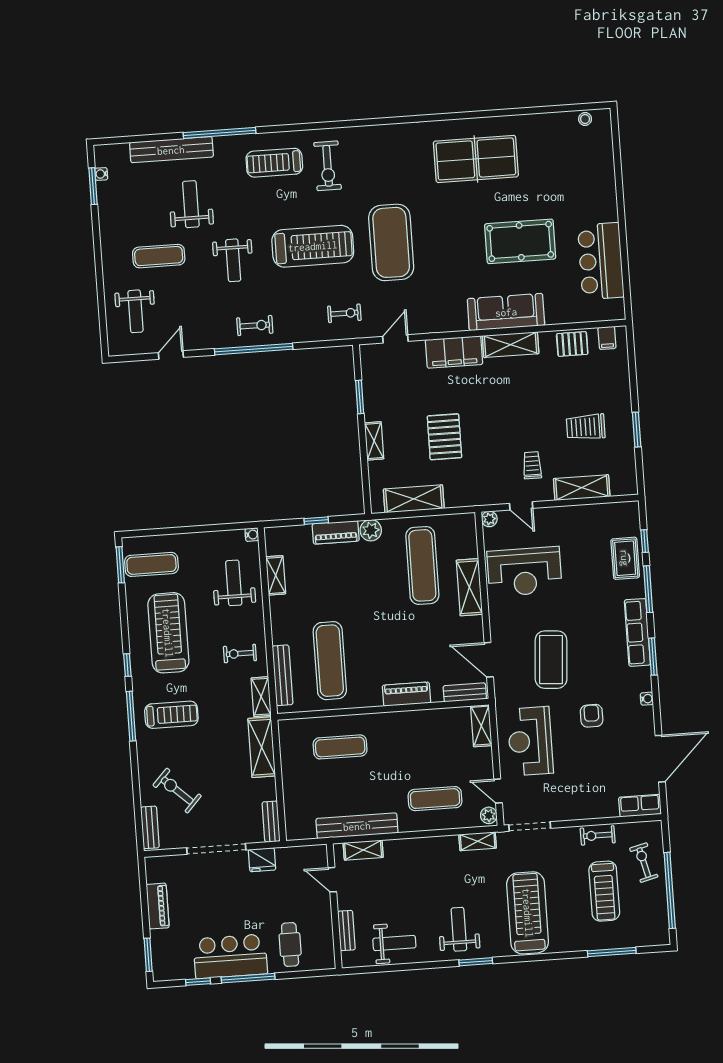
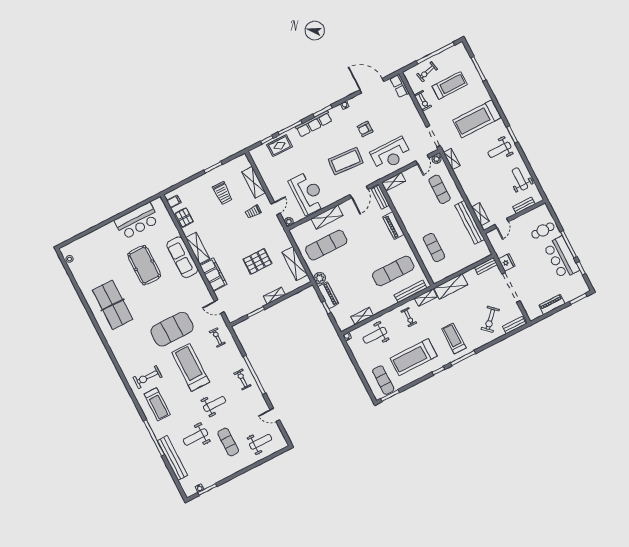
exercise bike: (328, 166) -> (147, 377), turned 180

